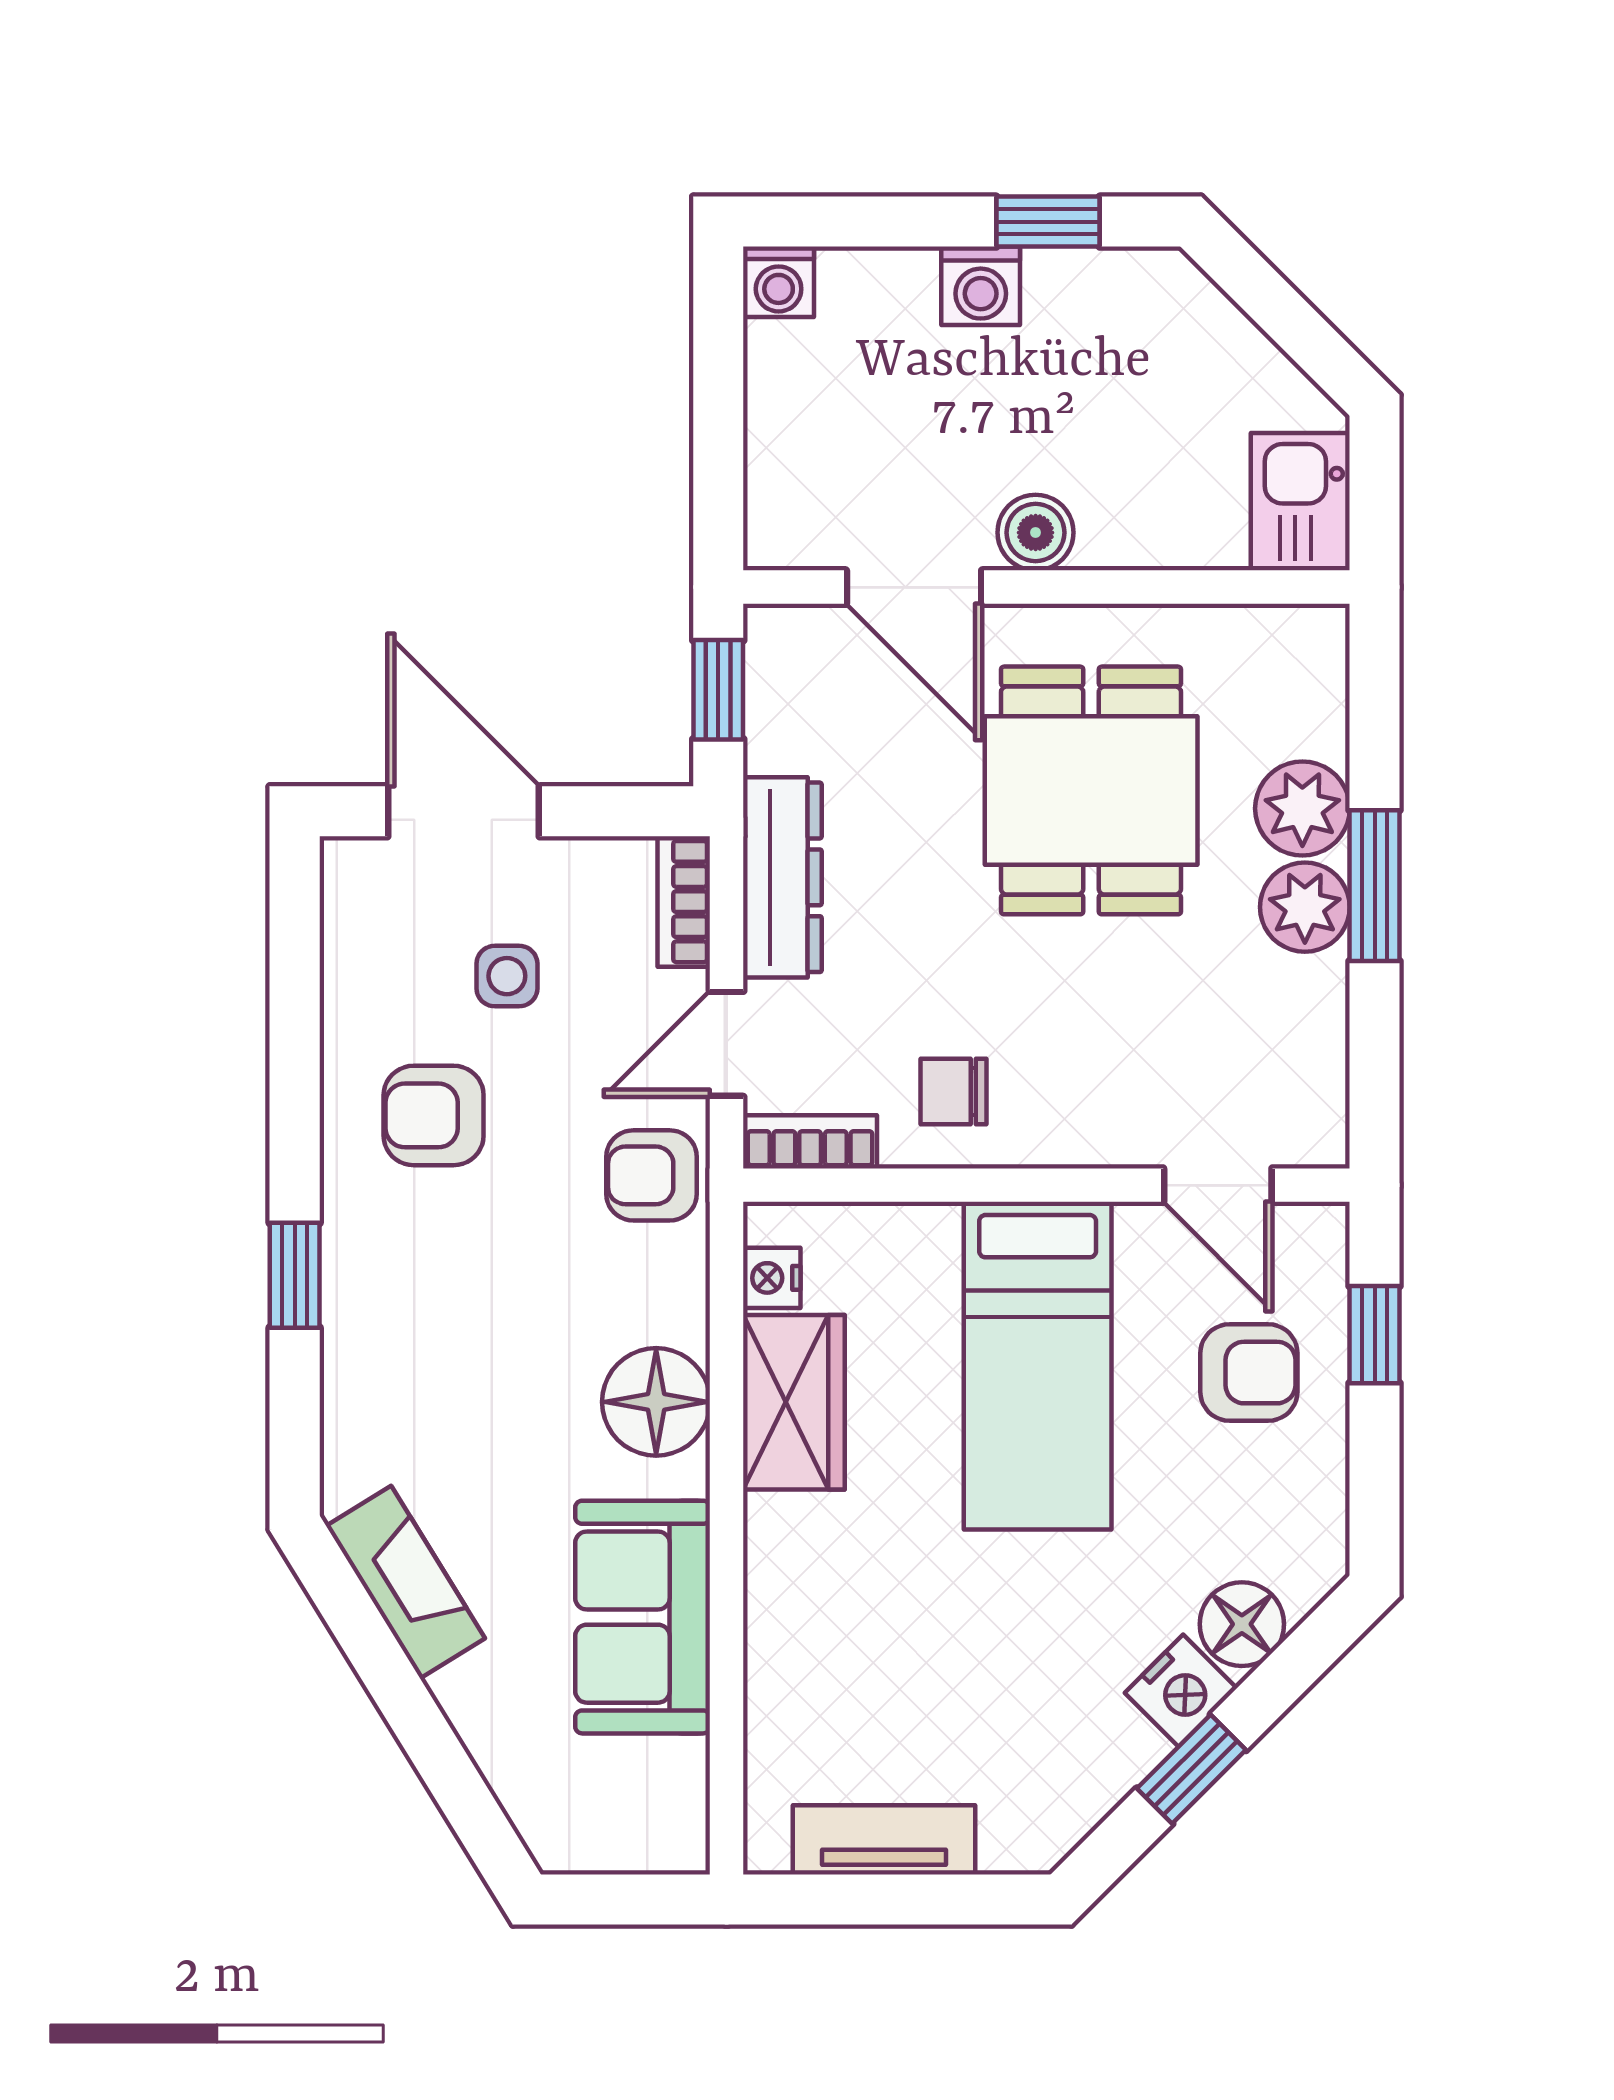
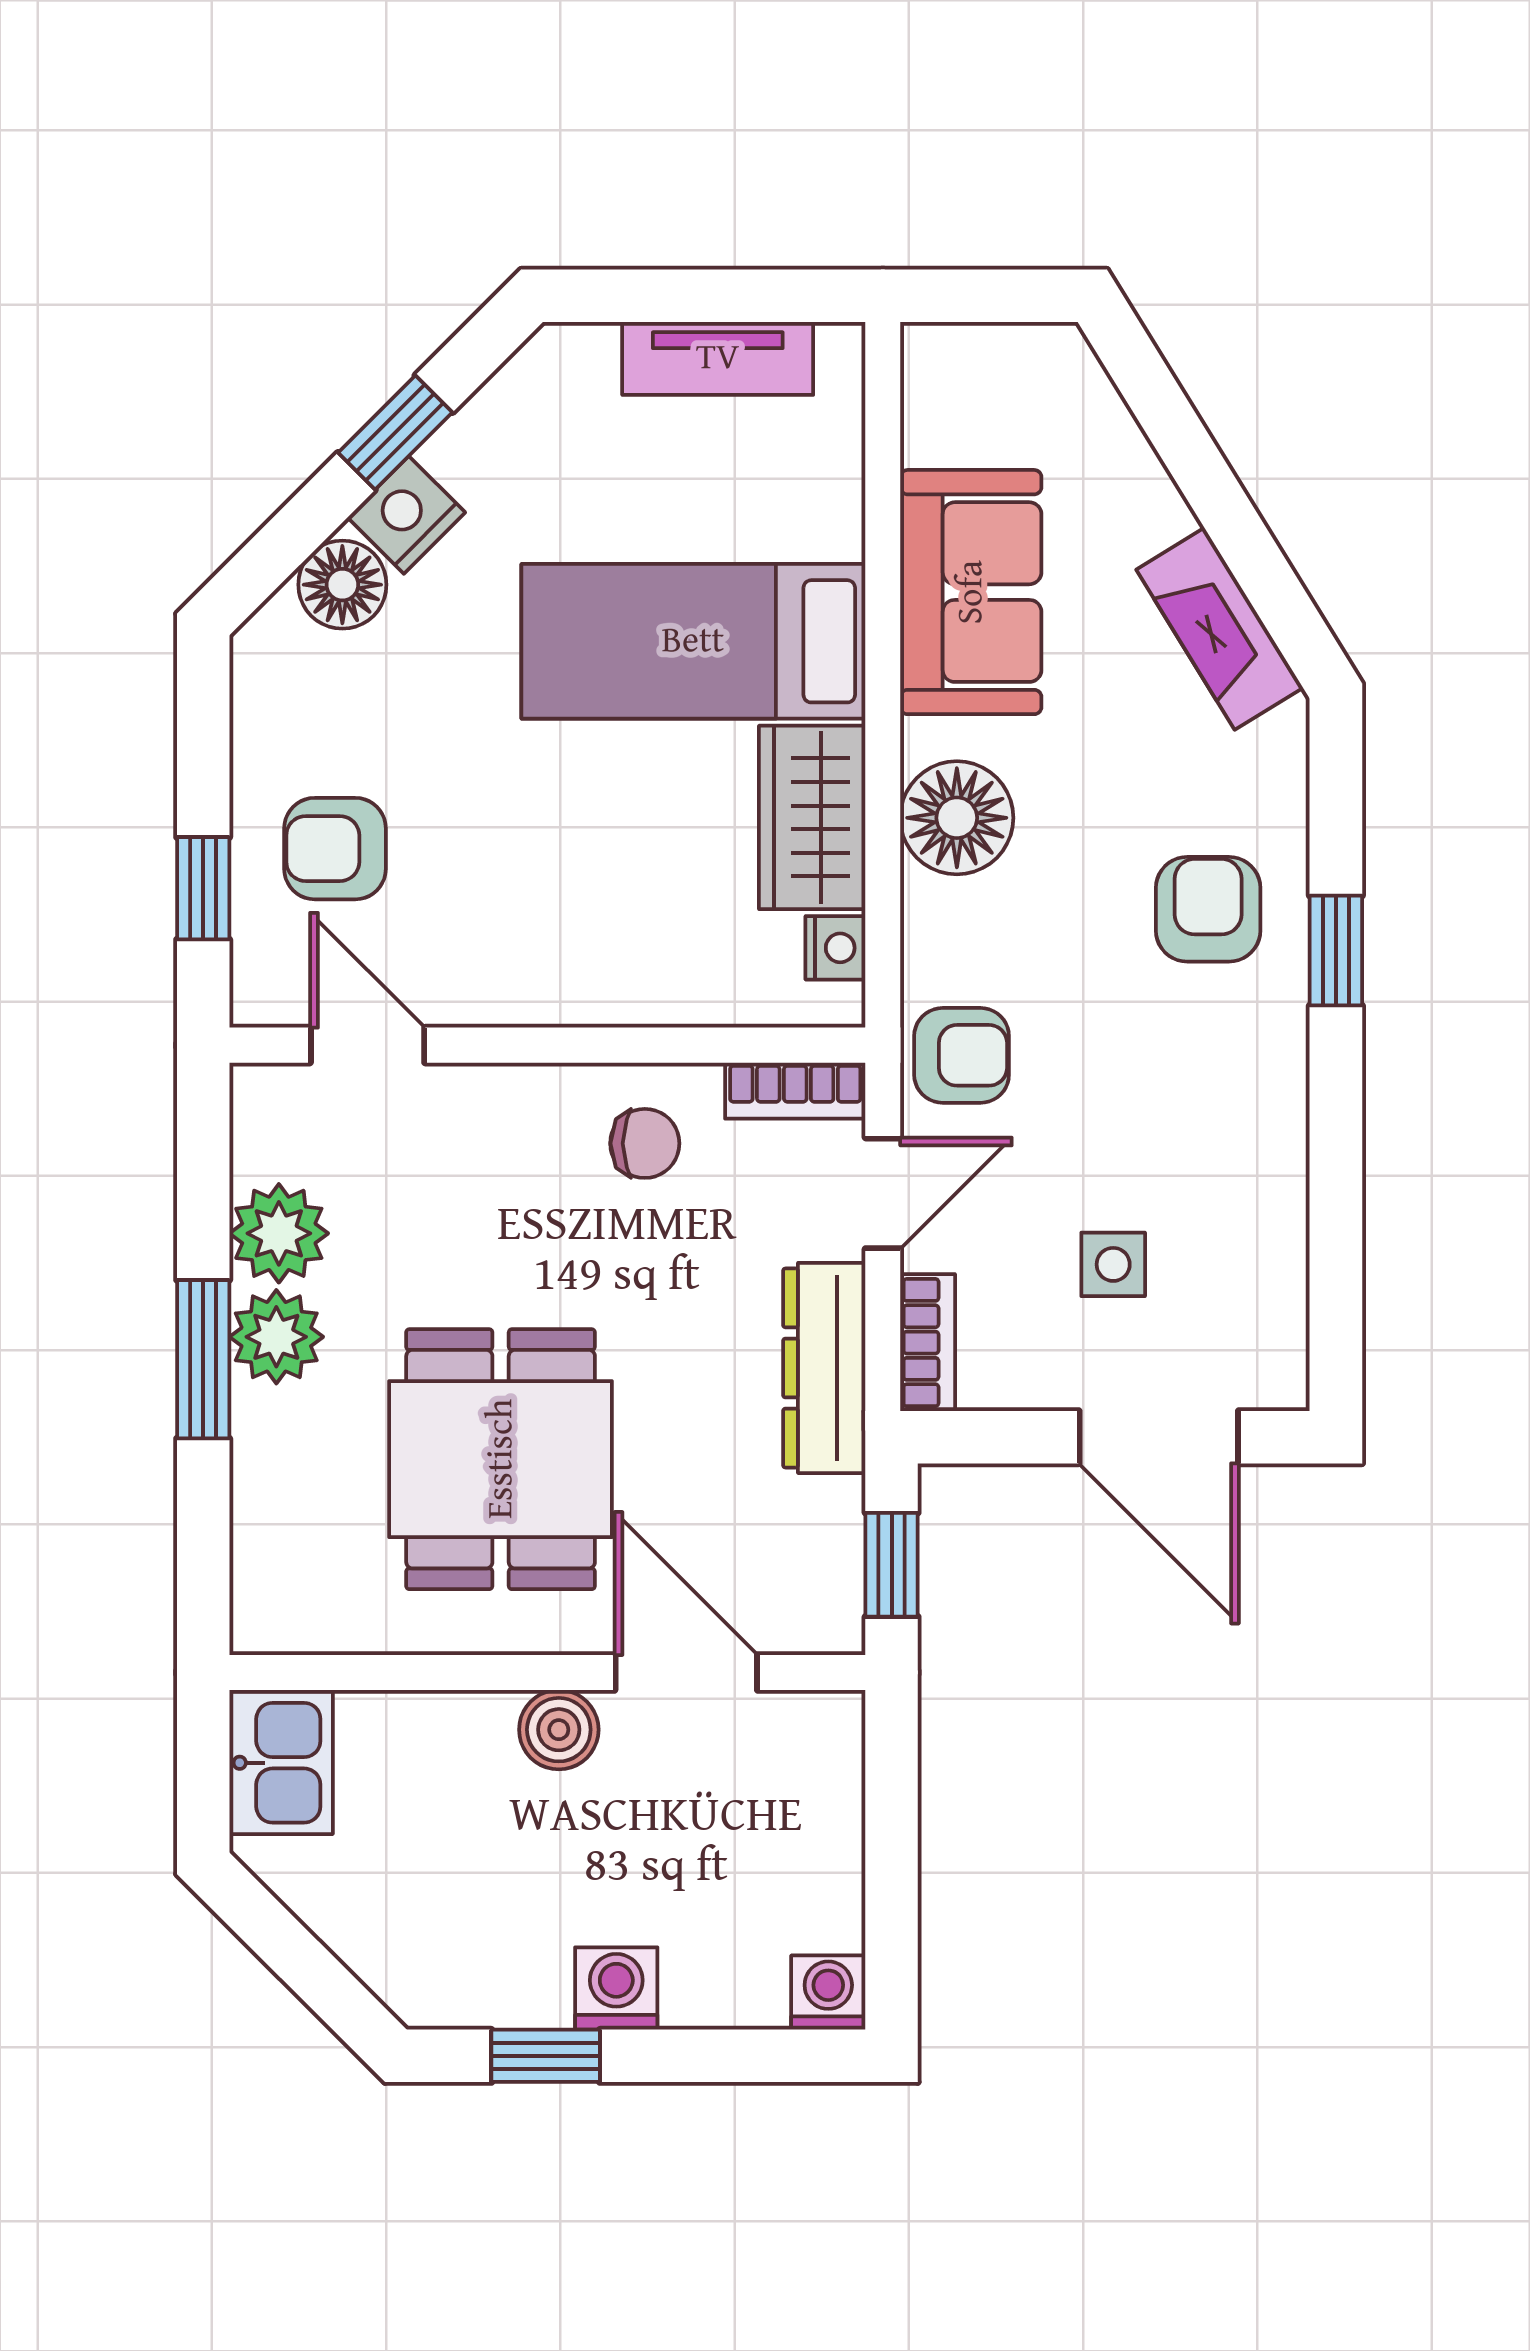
plant: (1302, 808) -> (279, 1233), moved
armchair: (434, 1115) -> (1208, 909), moved, turned -90
bed: (1038, 1366) -> (693, 641), moved, turned -90

